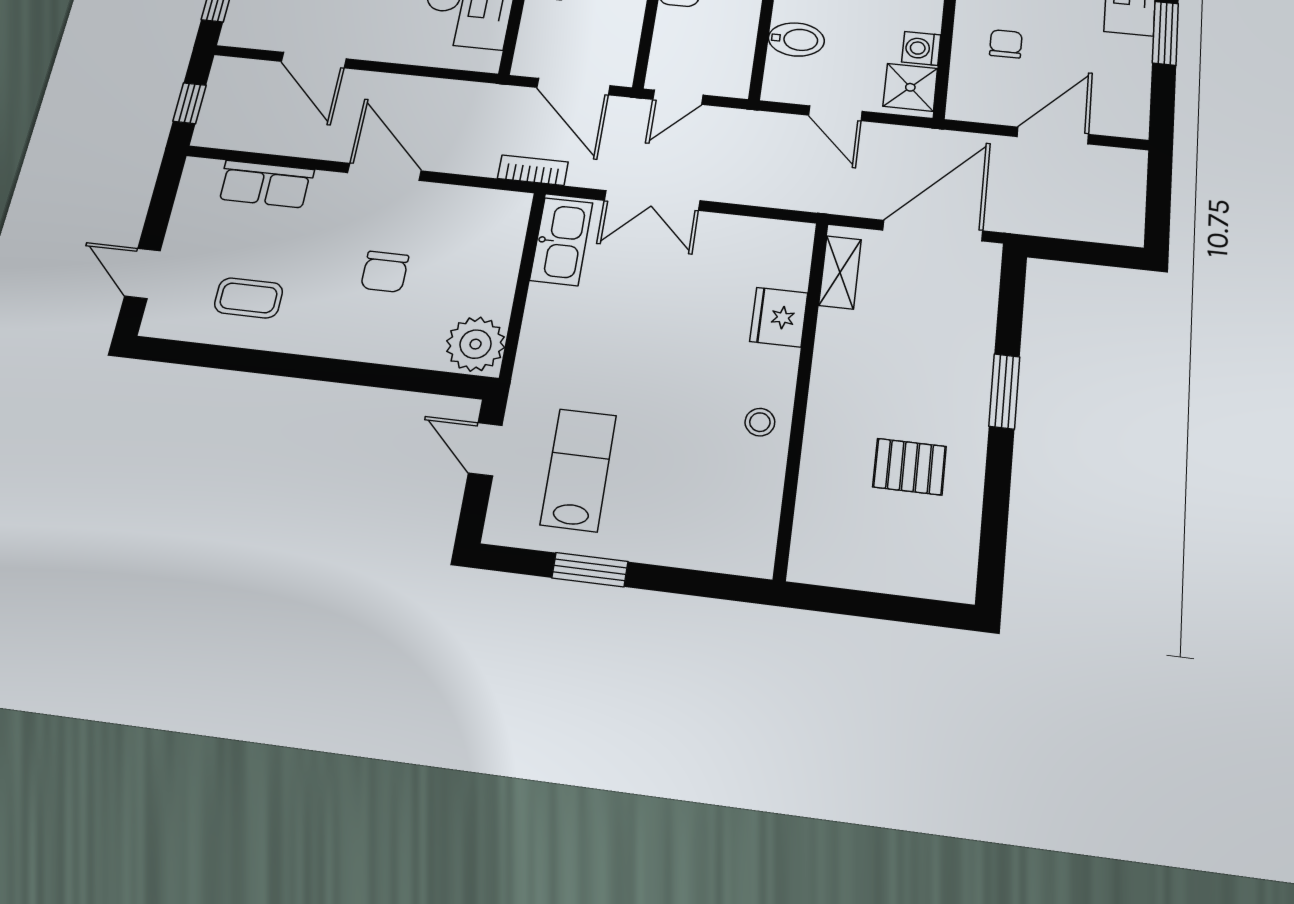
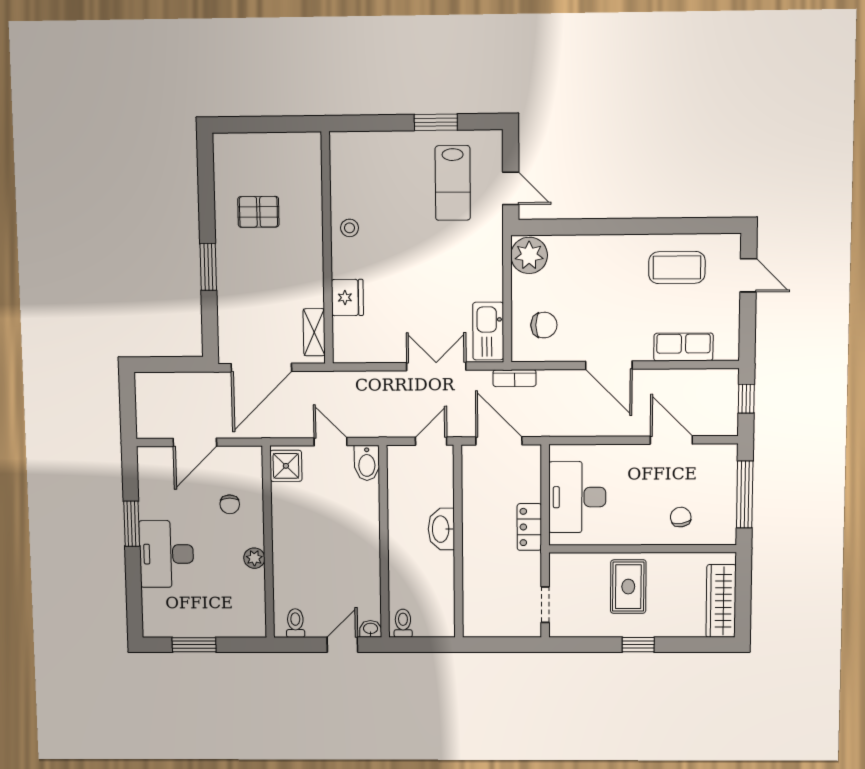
bidet: (796, 39) -> (367, 463), moved, turned -90
washing machine: (921, 48) -> (282, 495), removed
chair: (385, 272) -> (544, 325), moved, turned 90
coffee table: (249, 298) -> (677, 268), width x1.36, depth x1.30

